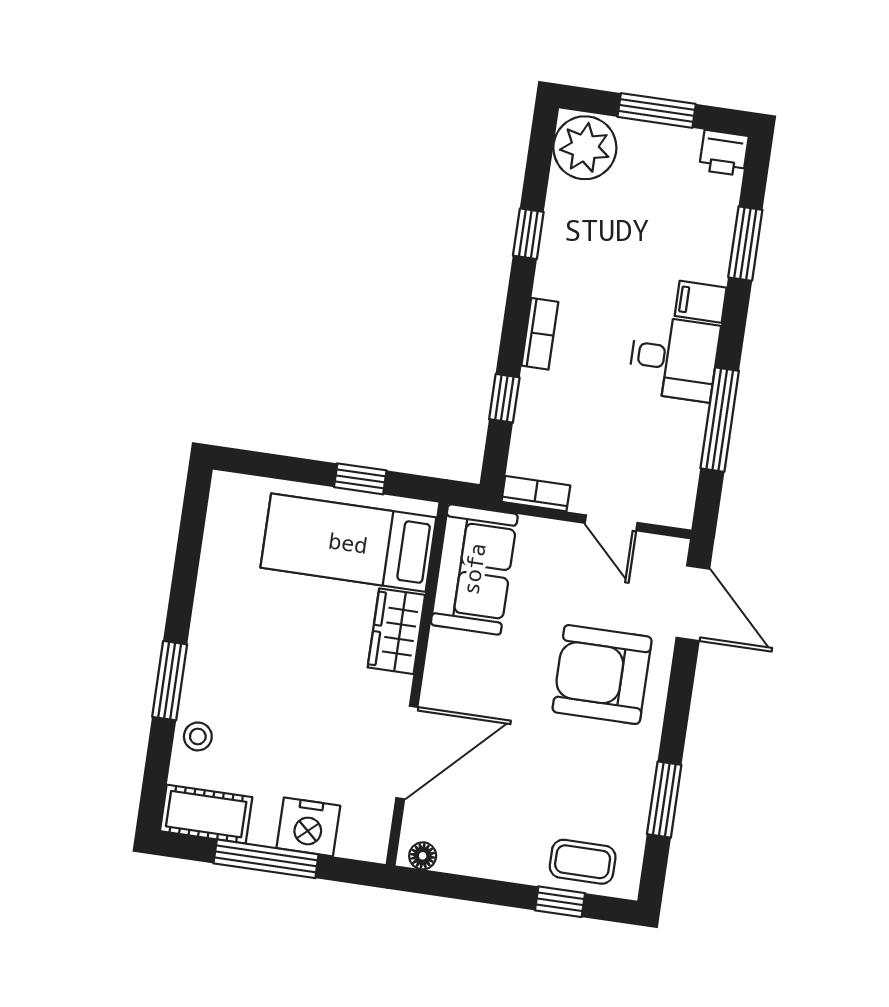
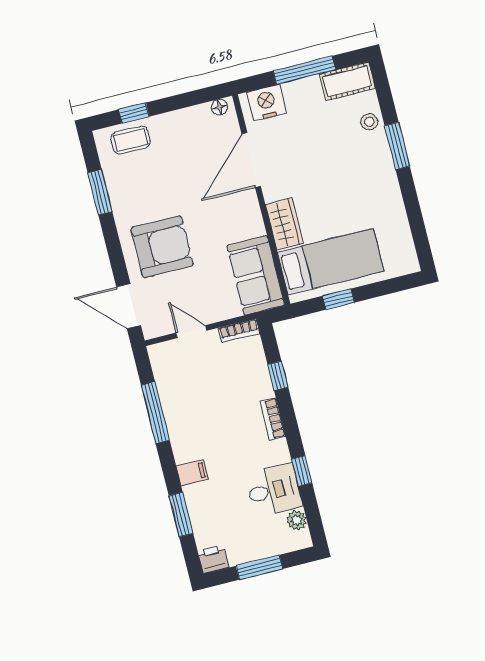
plant: (585, 148) -> (297, 520), width x0.53, depth x0.53
desk: (674, 358) -> (274, 490), moved, turned 180
nightstand: (308, 827) -> (267, 103), moved

